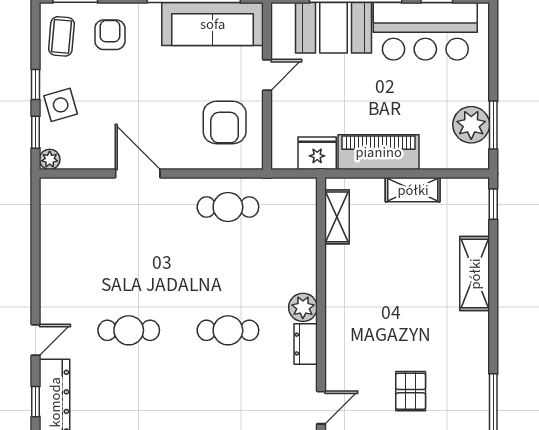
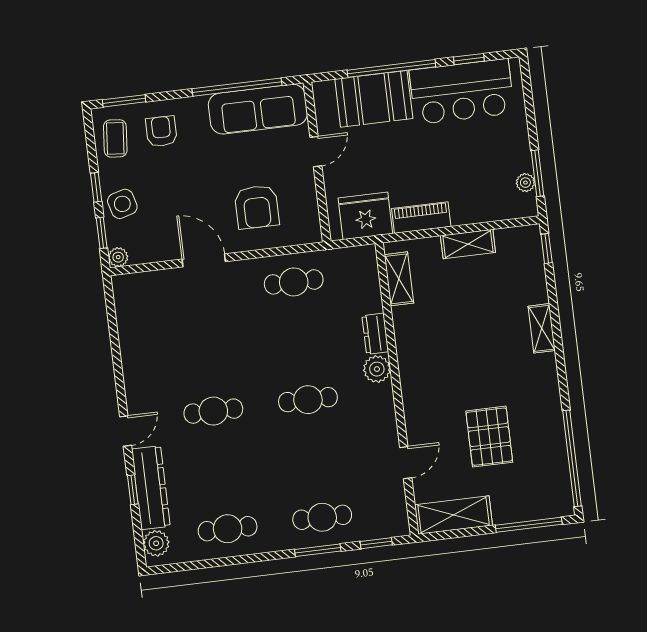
armchair: (225, 122) -> (257, 207), moved
plant: (471, 125) -> (525, 183), width x0.53, depth x0.53
piano: (379, 152) -> (421, 218), width x0.73, depth x0.75
fridge: (317, 153) -> (365, 216), width x1.36, depth x1.34
shelving: (475, 274) -> (542, 328), width x0.67, depth x0.75
dresser: (306, 344) -> (375, 334), moved
pallet: (411, 391) -> (489, 437), width x1.50, depth x1.42

